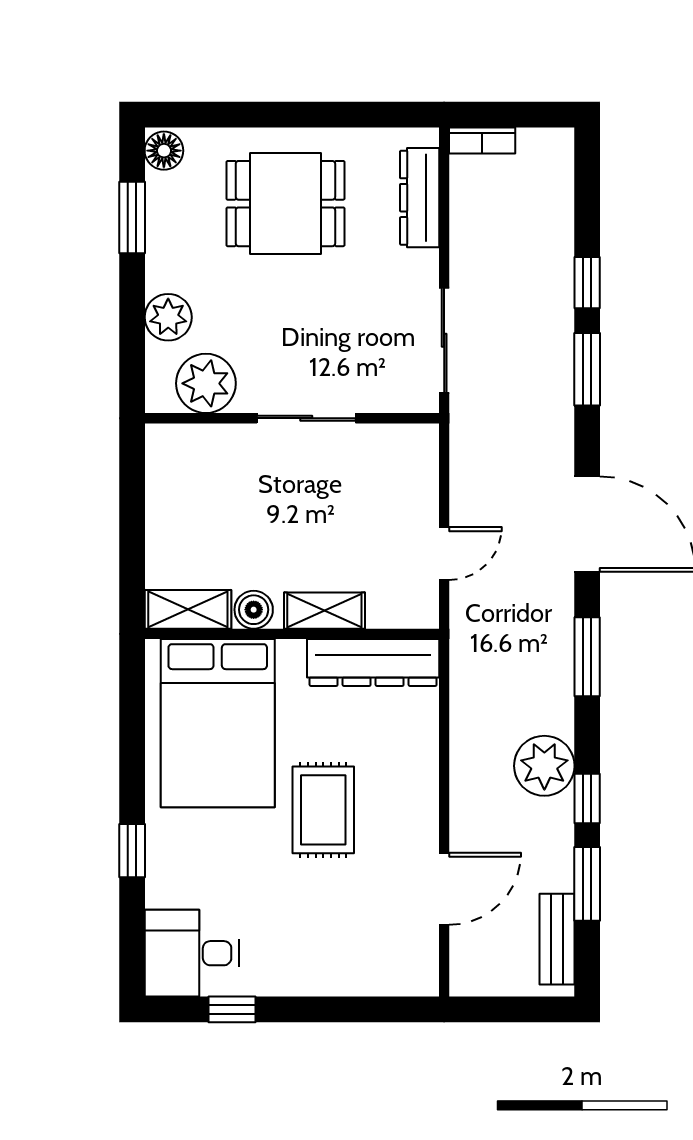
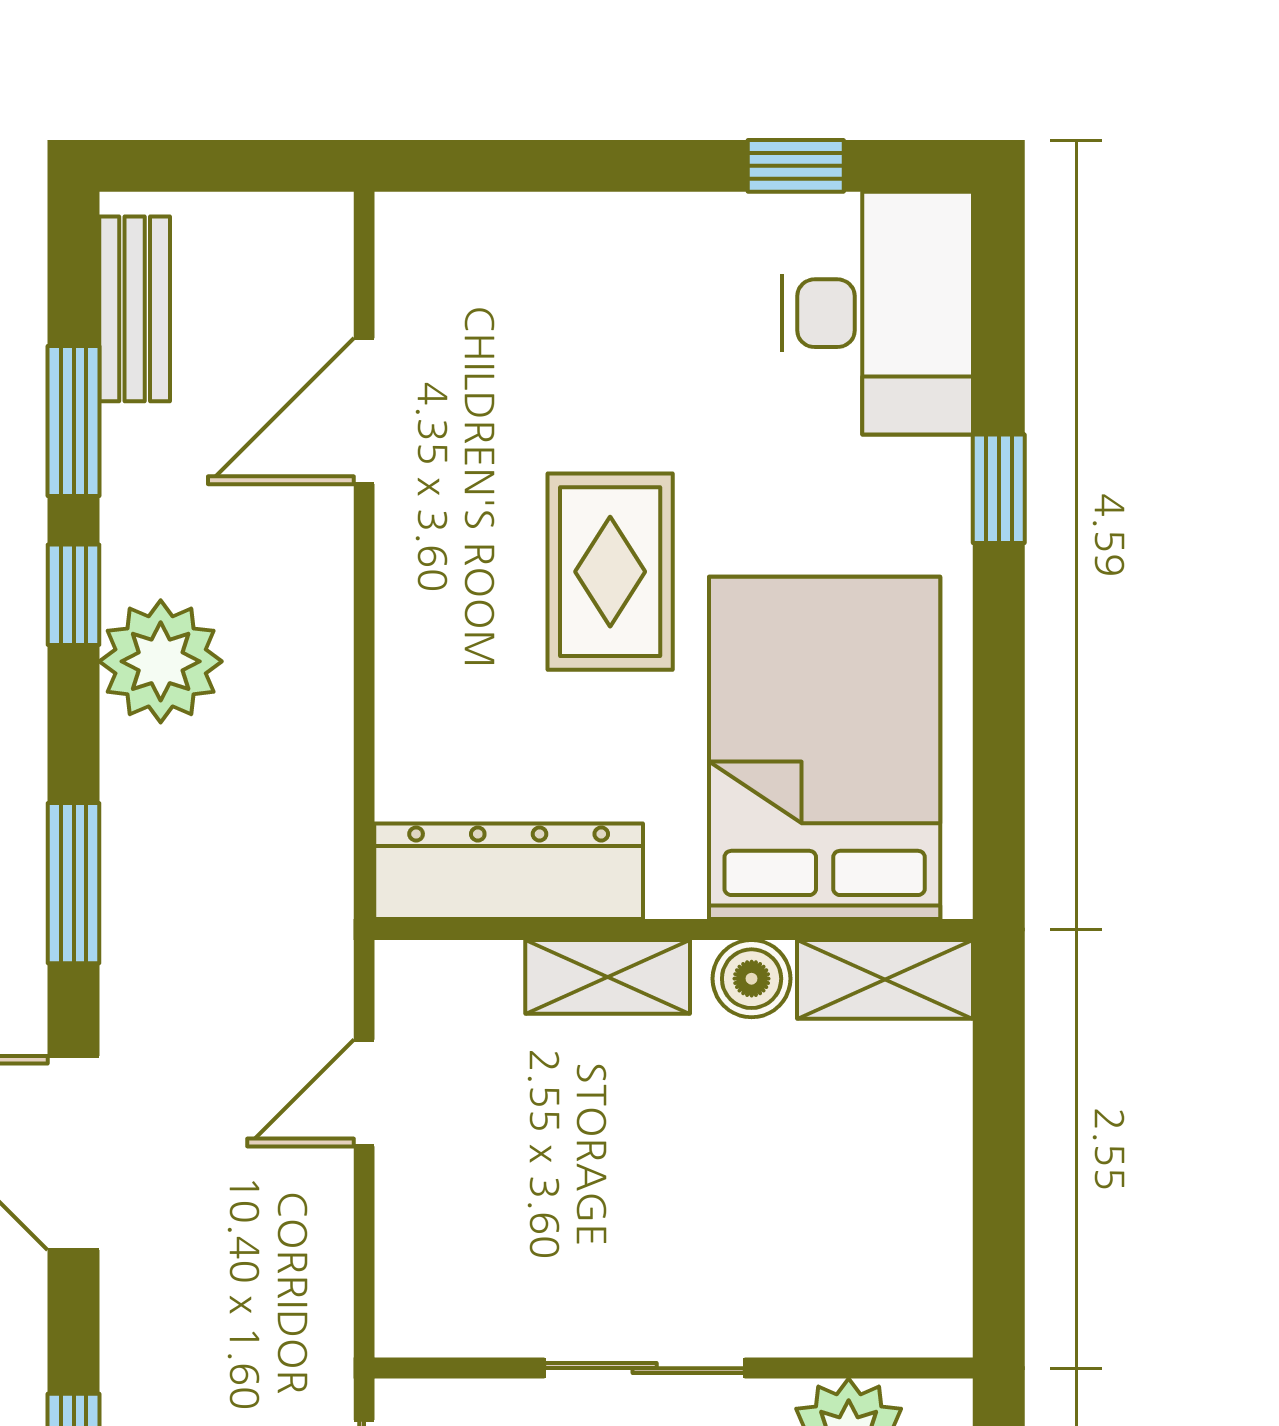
desk: (192, 953) -> (878, 313), width x1.37

